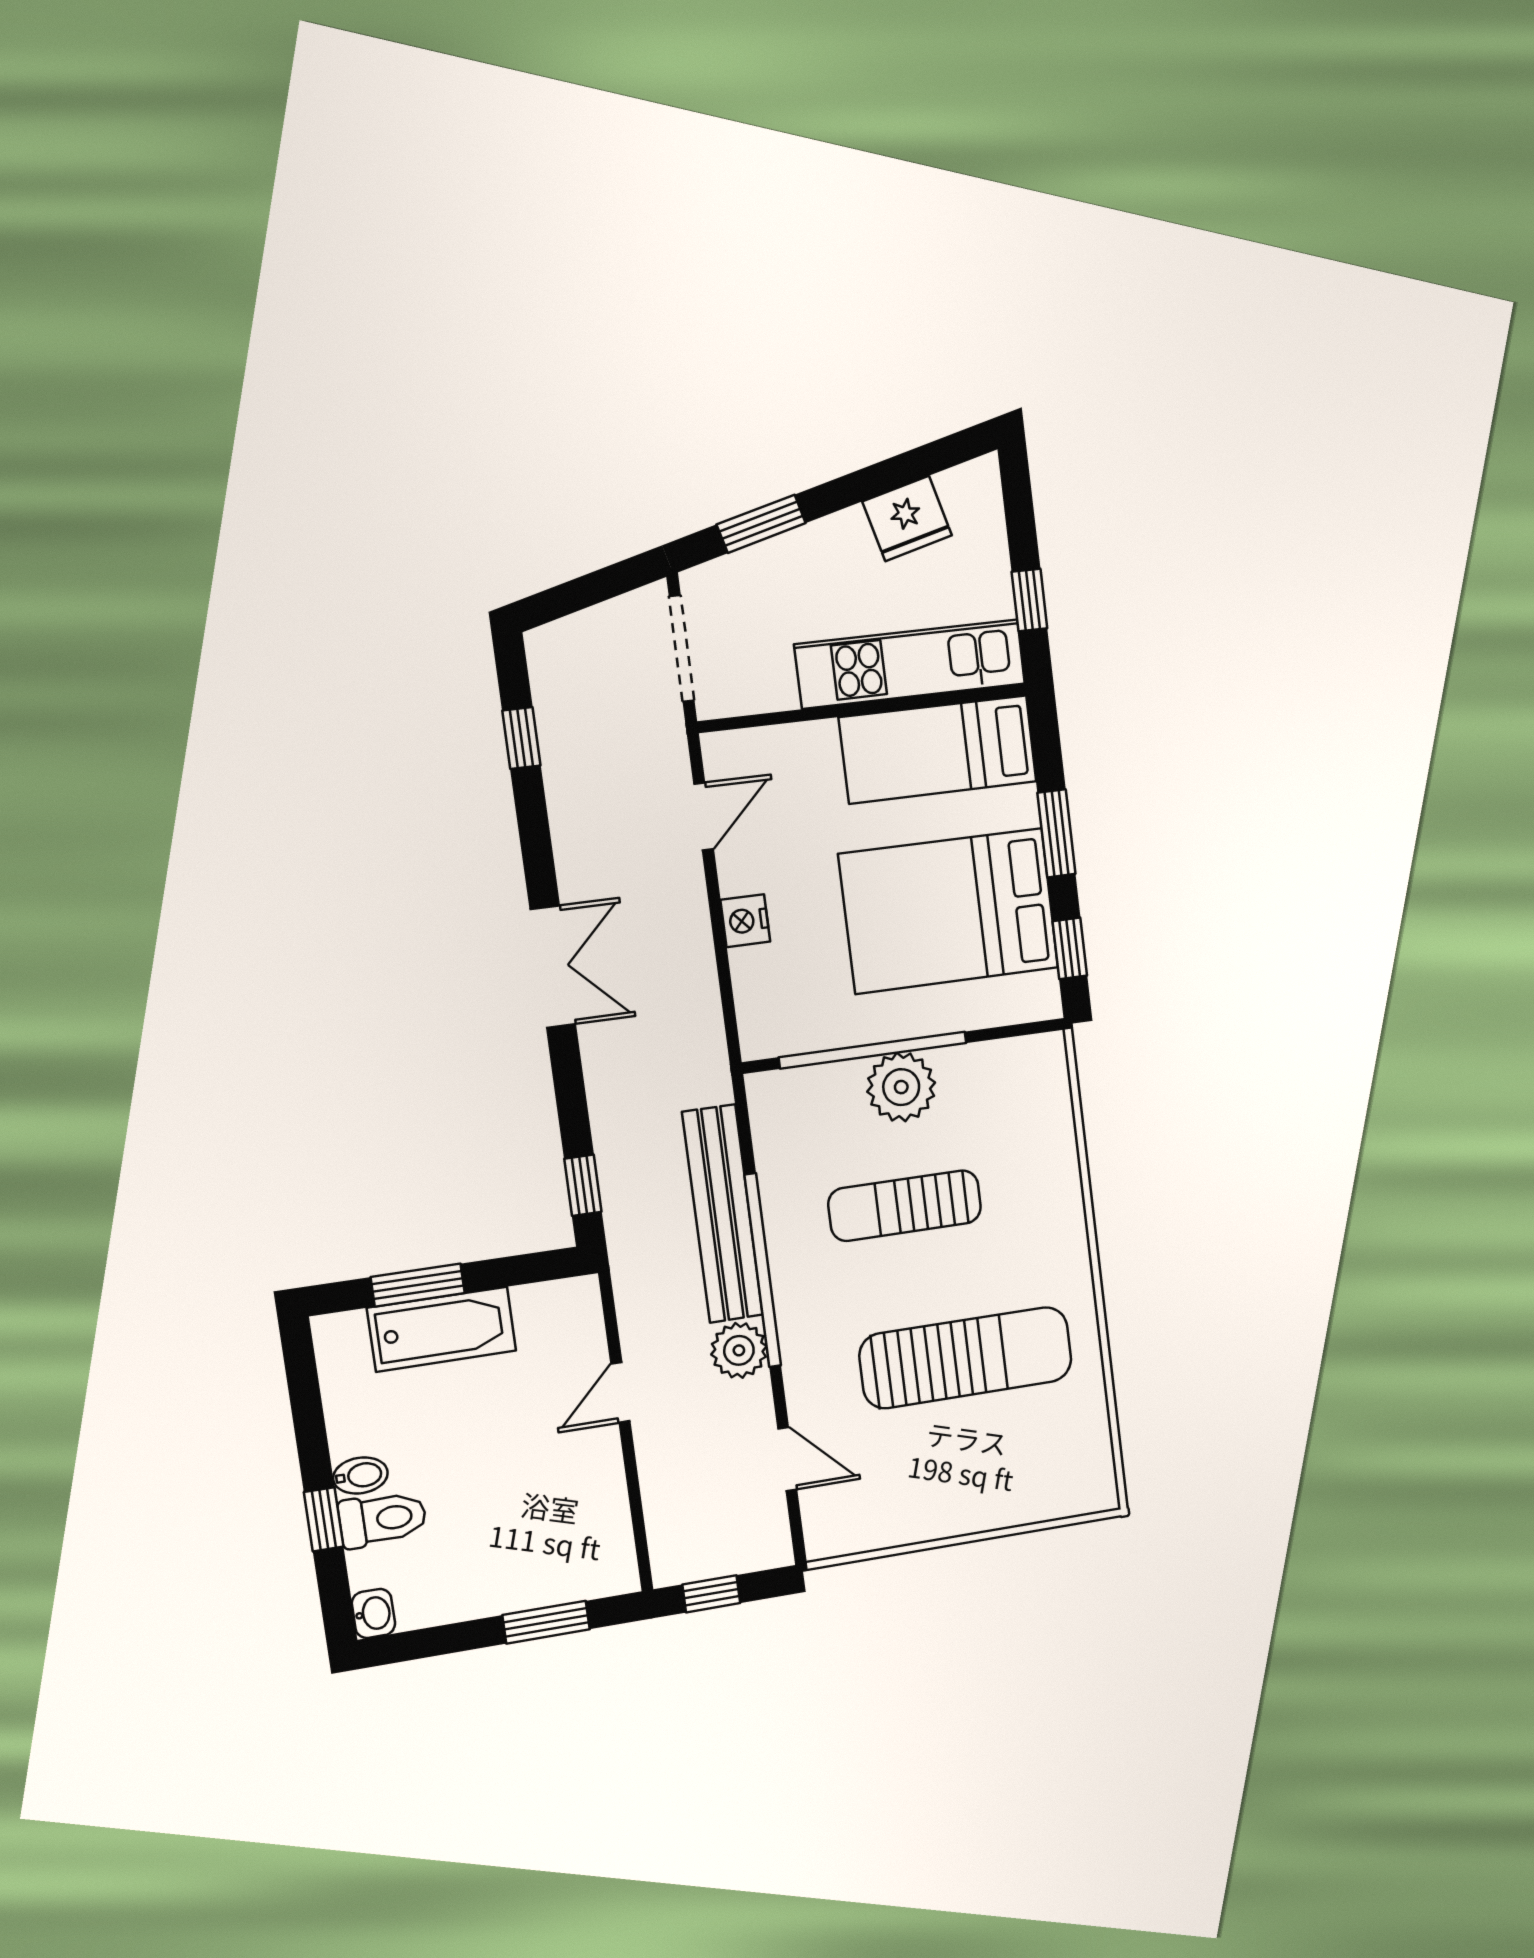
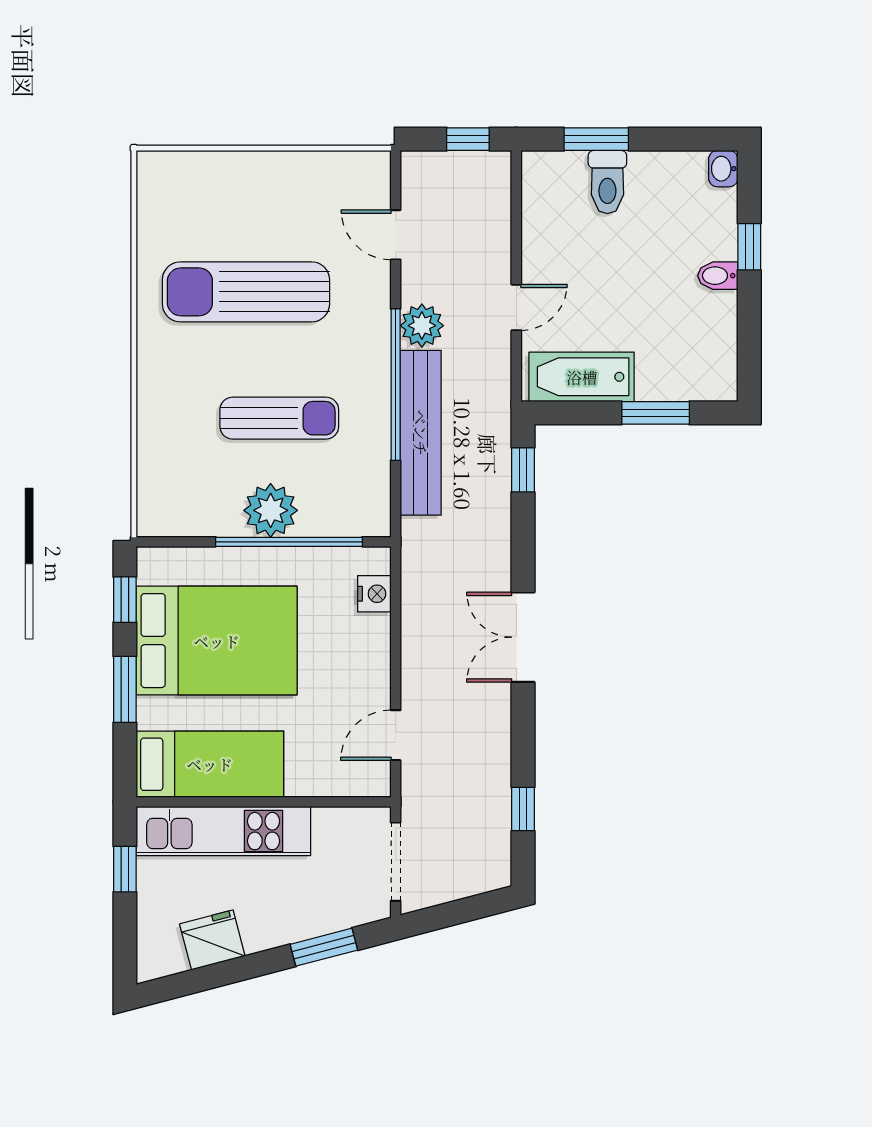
nightstand: (745, 921) -> (374, 594), moved
bathtub: (442, 1329) -> (582, 377), moved
toilet: (383, 1519) -> (607, 182), moved, turned -90

